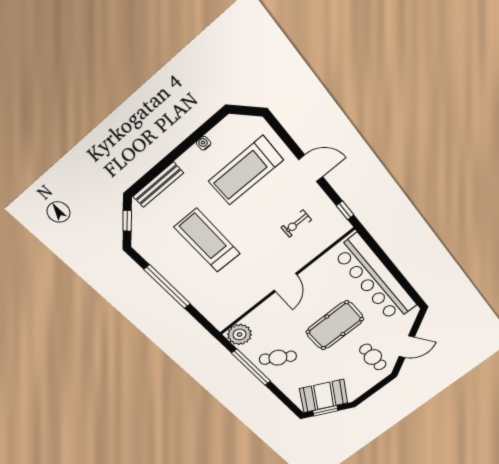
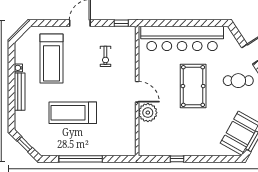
bench: (158, 185) -> (20, 92), moved
plant: (240, 334) -> (148, 113), moved
cafe table: (278, 358) -> (185, 138), removed
window: (251, 367) -> (177, 159), width x0.32

